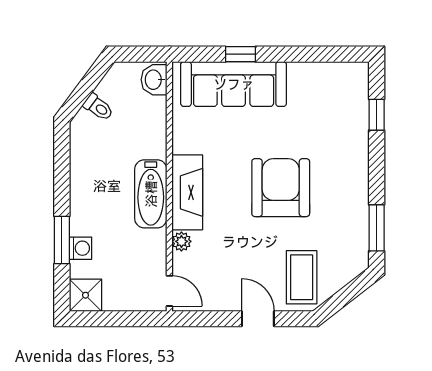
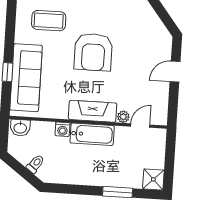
armchair: (281, 188) -> (93, 52), turned -90
washing machine: (81, 248) -> (63, 129), moved, turned 180
coffee table: (302, 277) -> (49, 21), moved
door: (169, 291) -> (140, 126), moved

